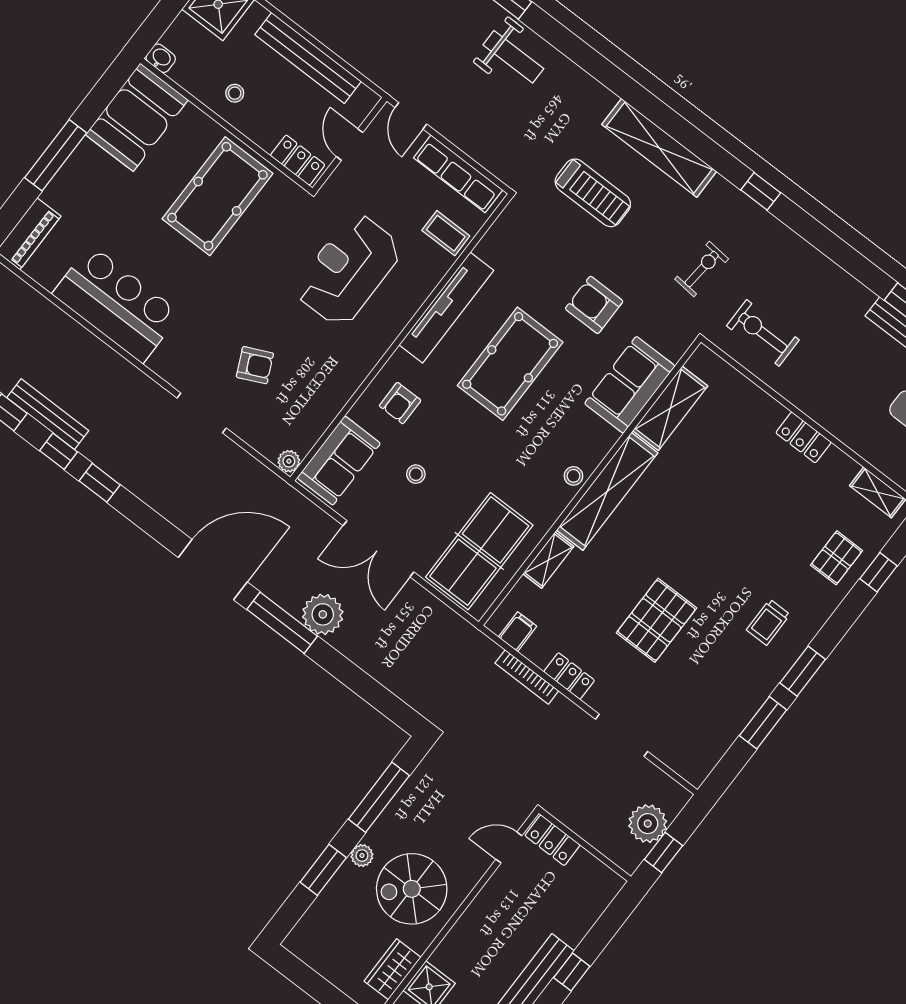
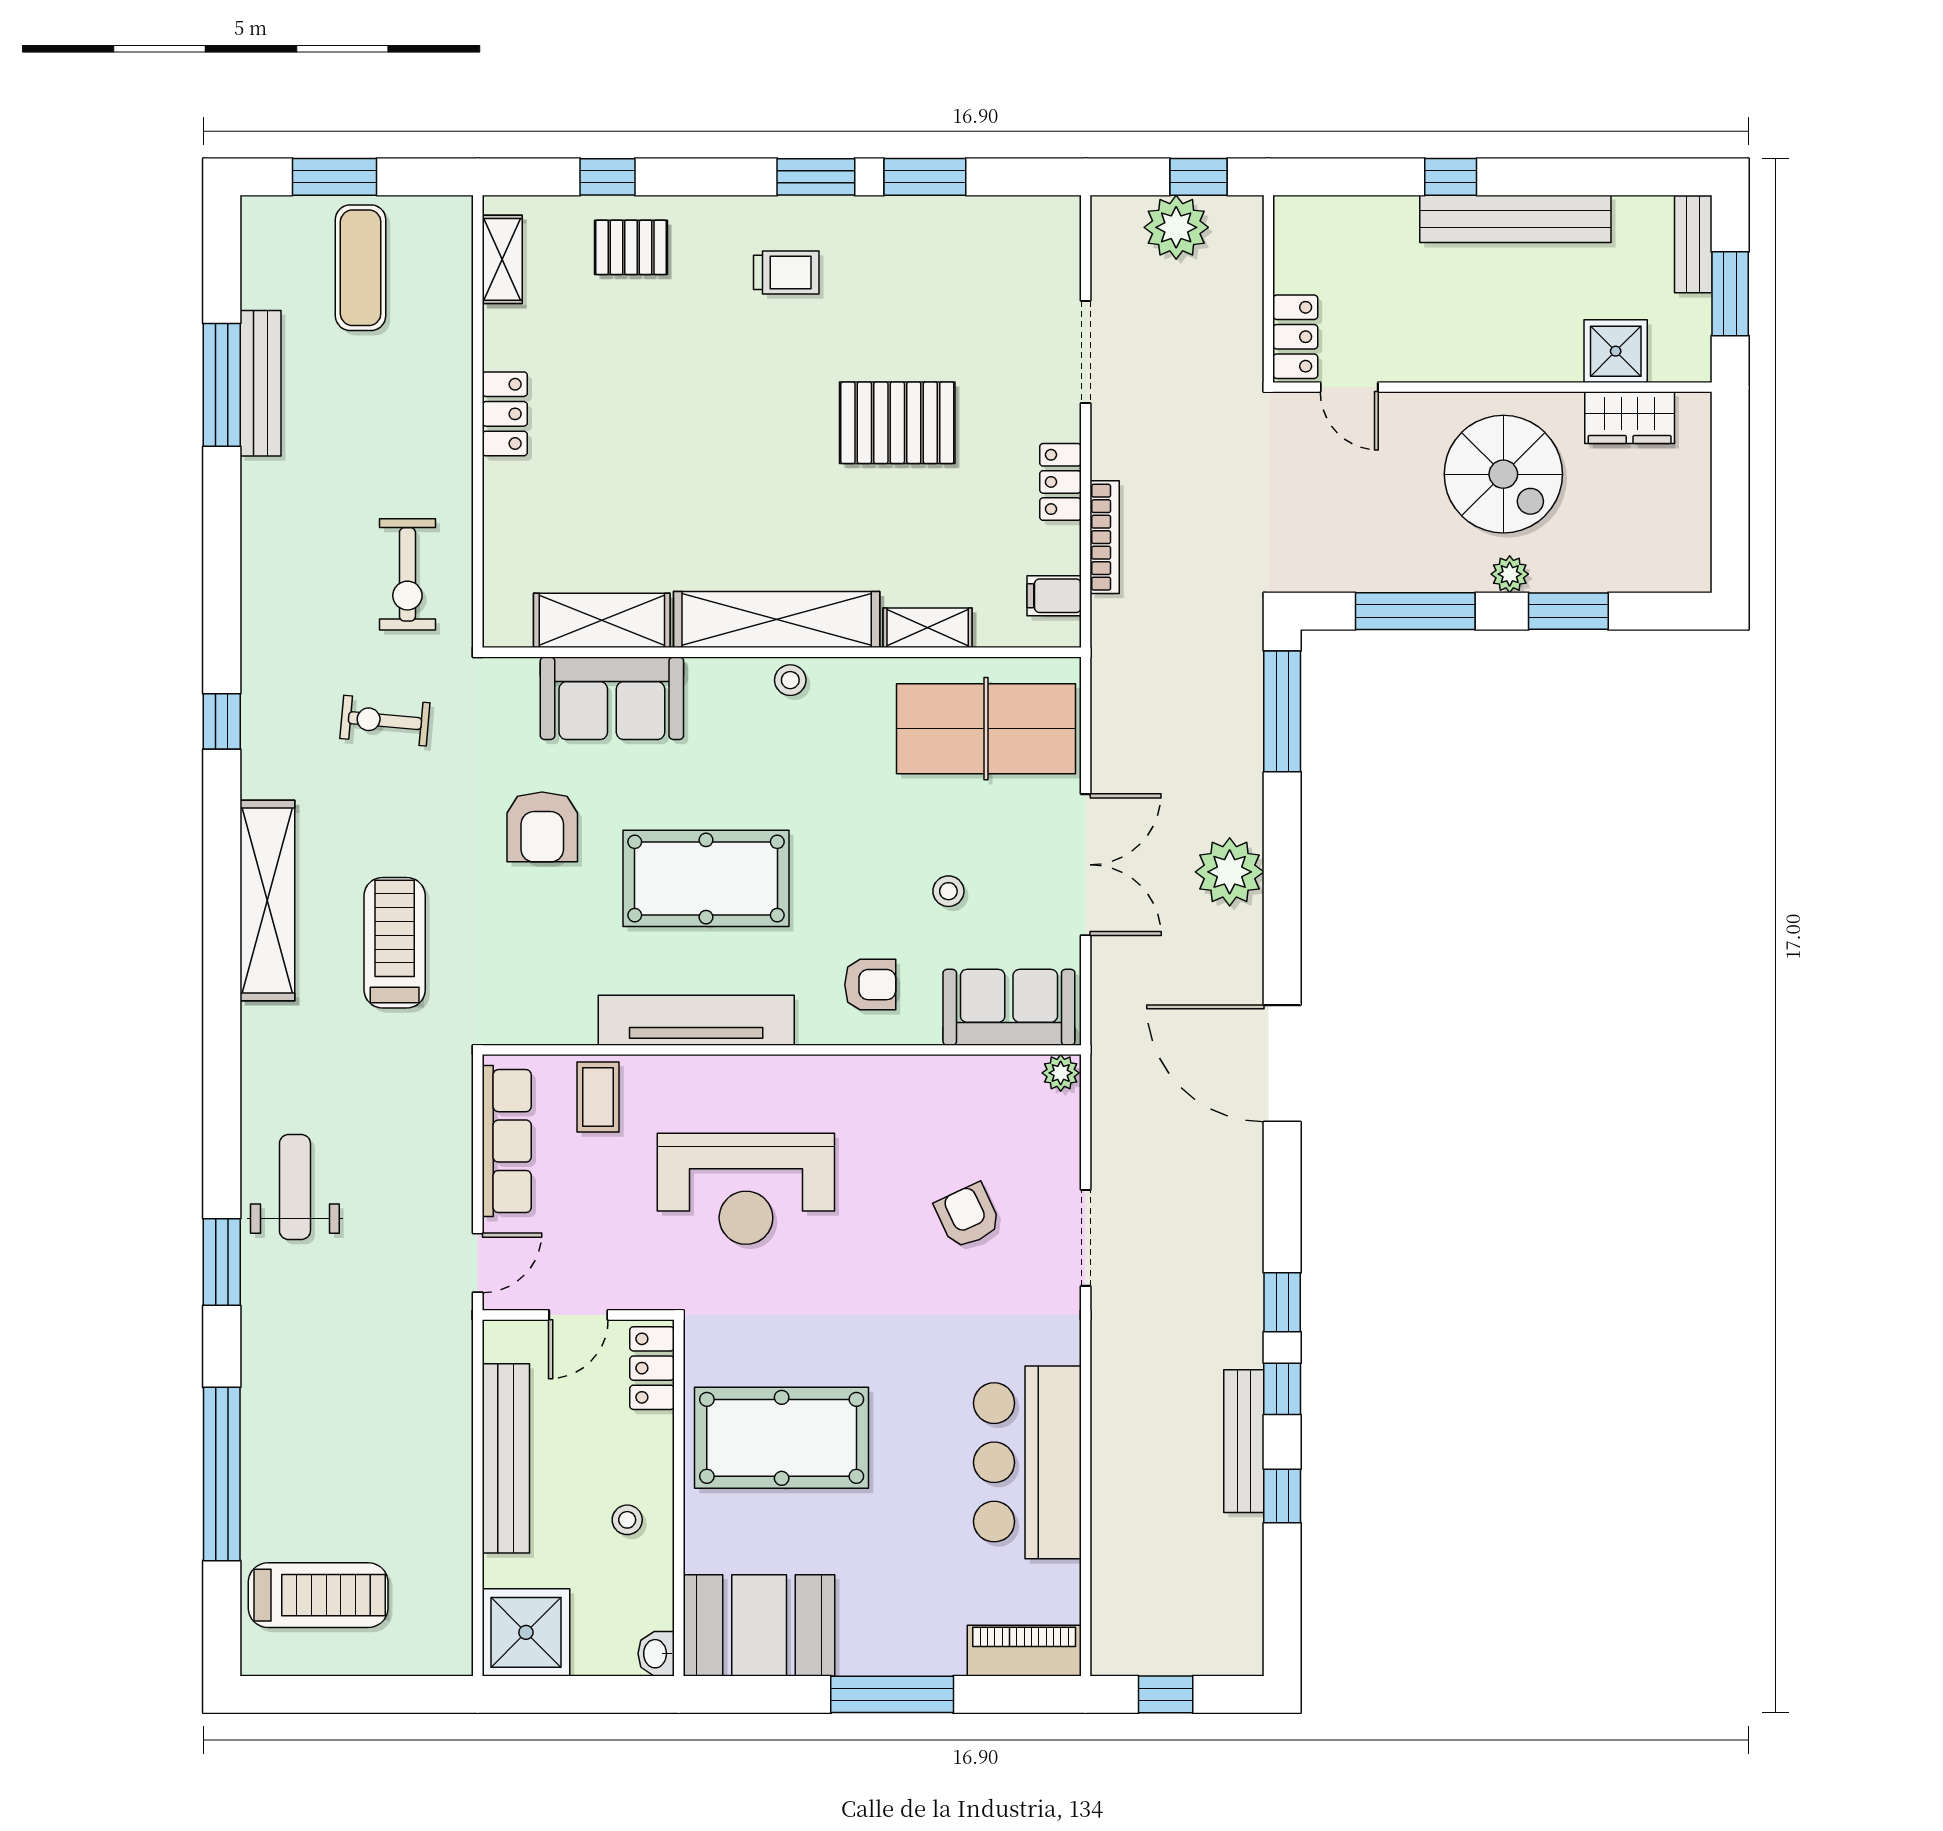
window: (282, 623) -> (1282, 711), moved

